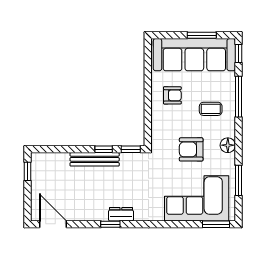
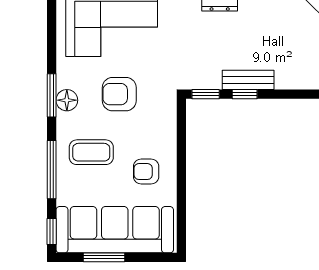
coffee table: (211, 109) -> (91, 152), width x1.36, depth x1.30
armchair: (191, 149) -> (119, 94), turned 180
bench: (95, 159) -> (248, 80), width x0.73
window: (238, 180) -> (52, 95), moved

